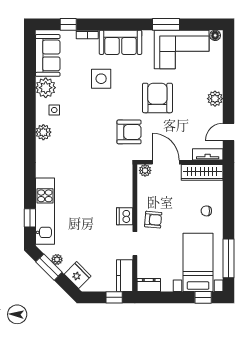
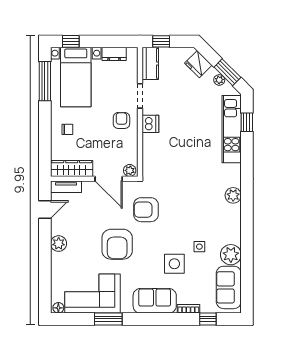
side table: (54, 110) -> (199, 247), moved
plant: (43, 132) -> (233, 195), moved
armchair: (153, 220) -> (121, 120), turned 85
dresser: (149, 285) -> (114, 54), moved

